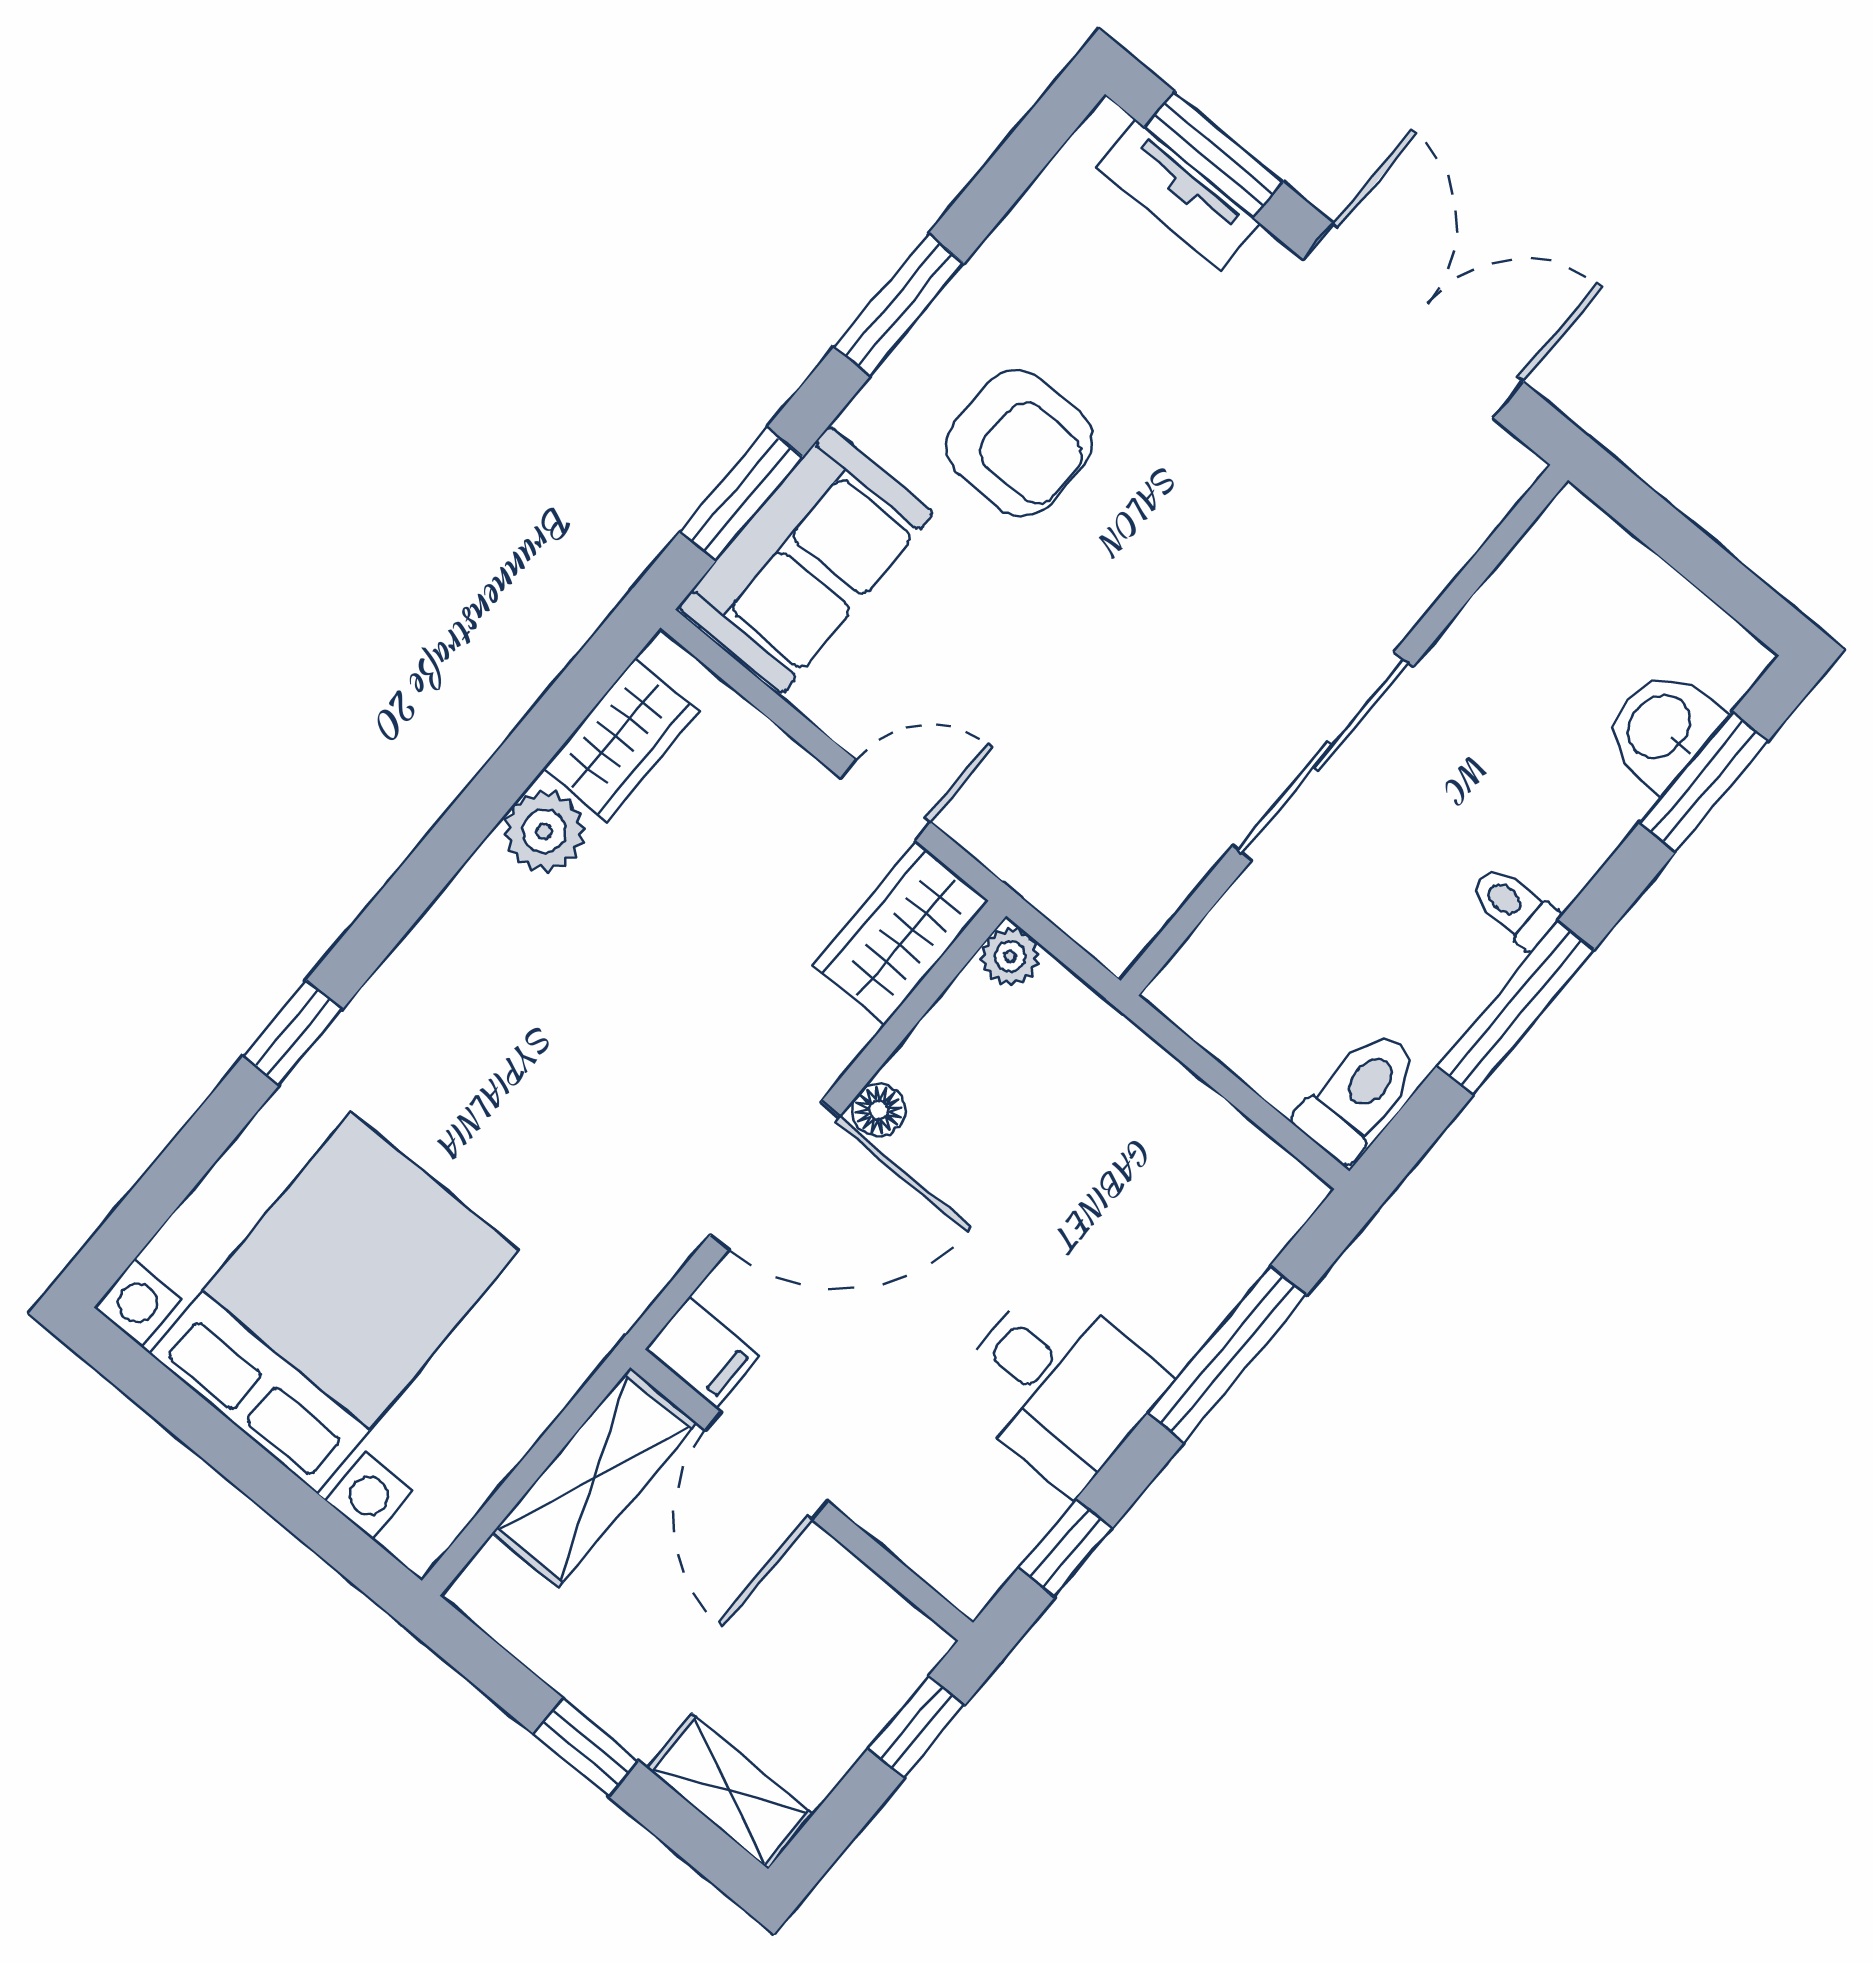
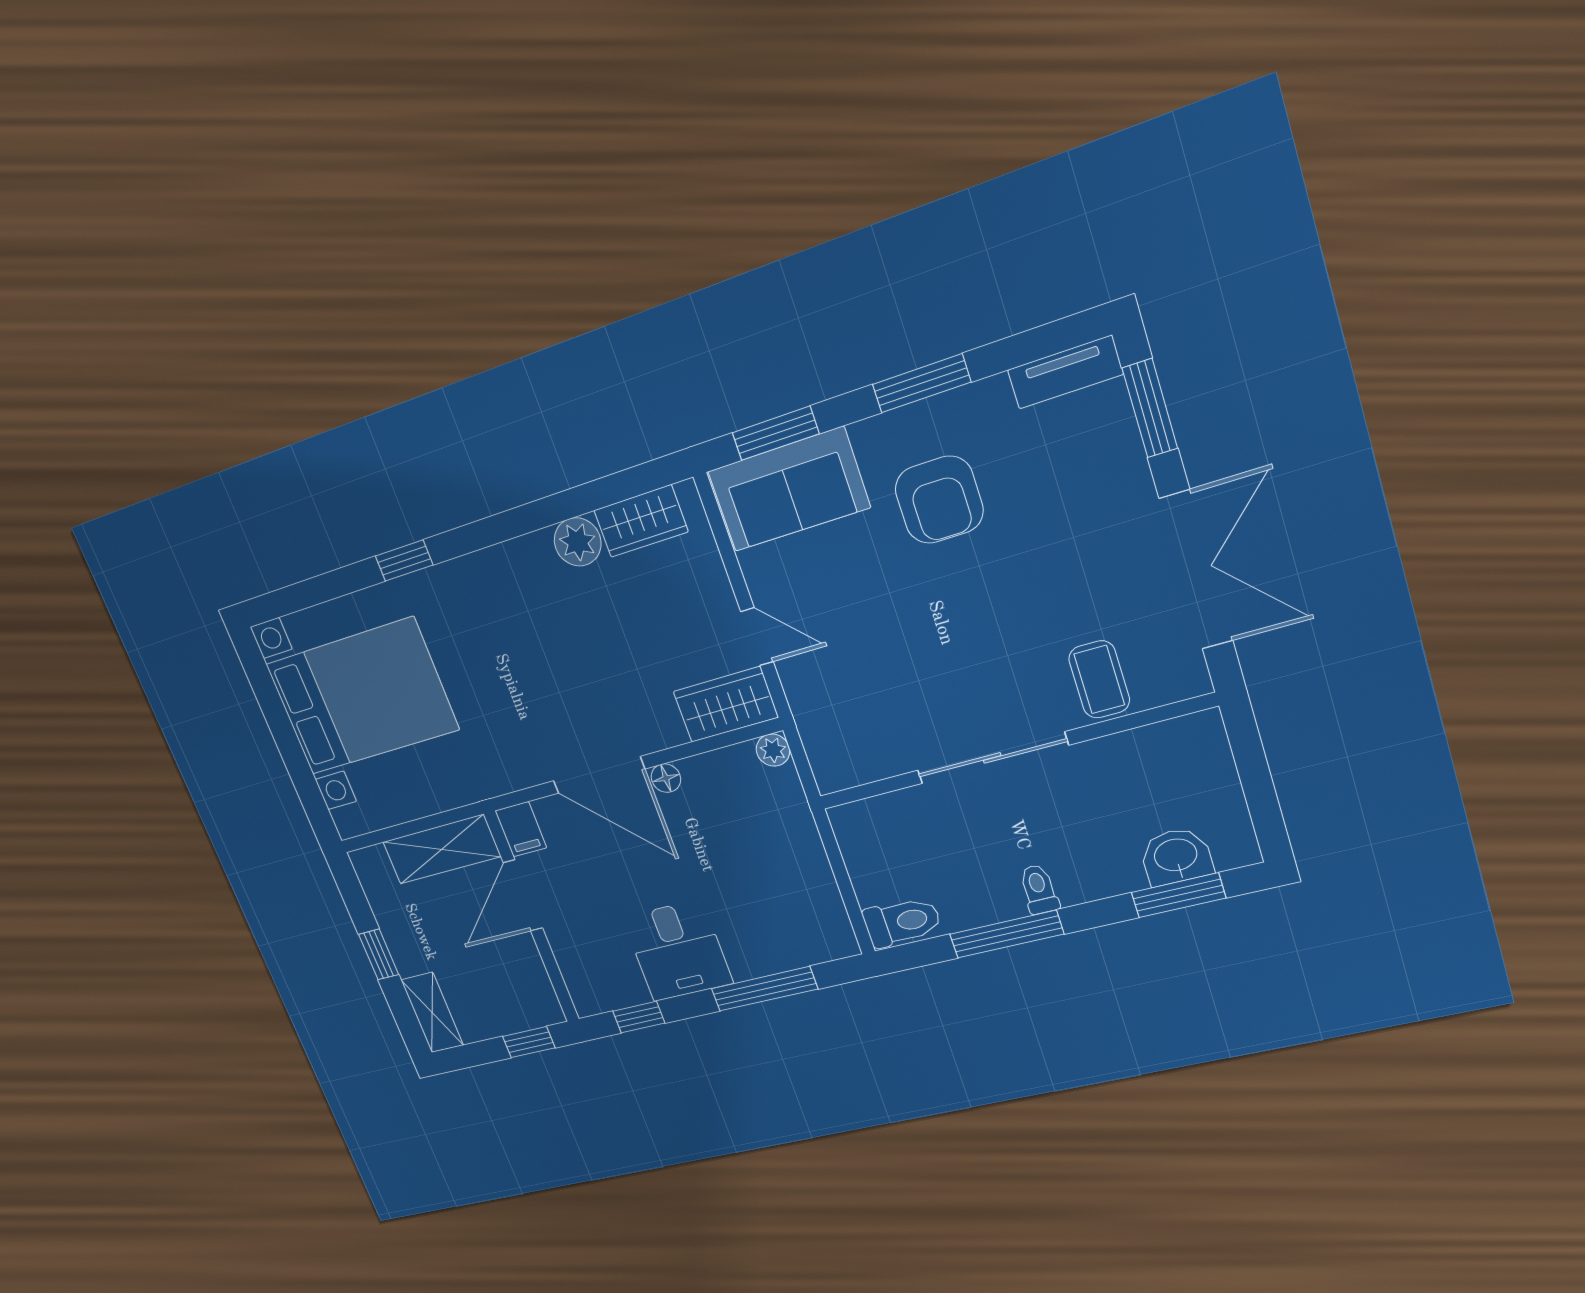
tv unit: (1178, 195) -> (1065, 372), moved, turned -90
coffee table: (1390, 548) -> (1099, 679), added

